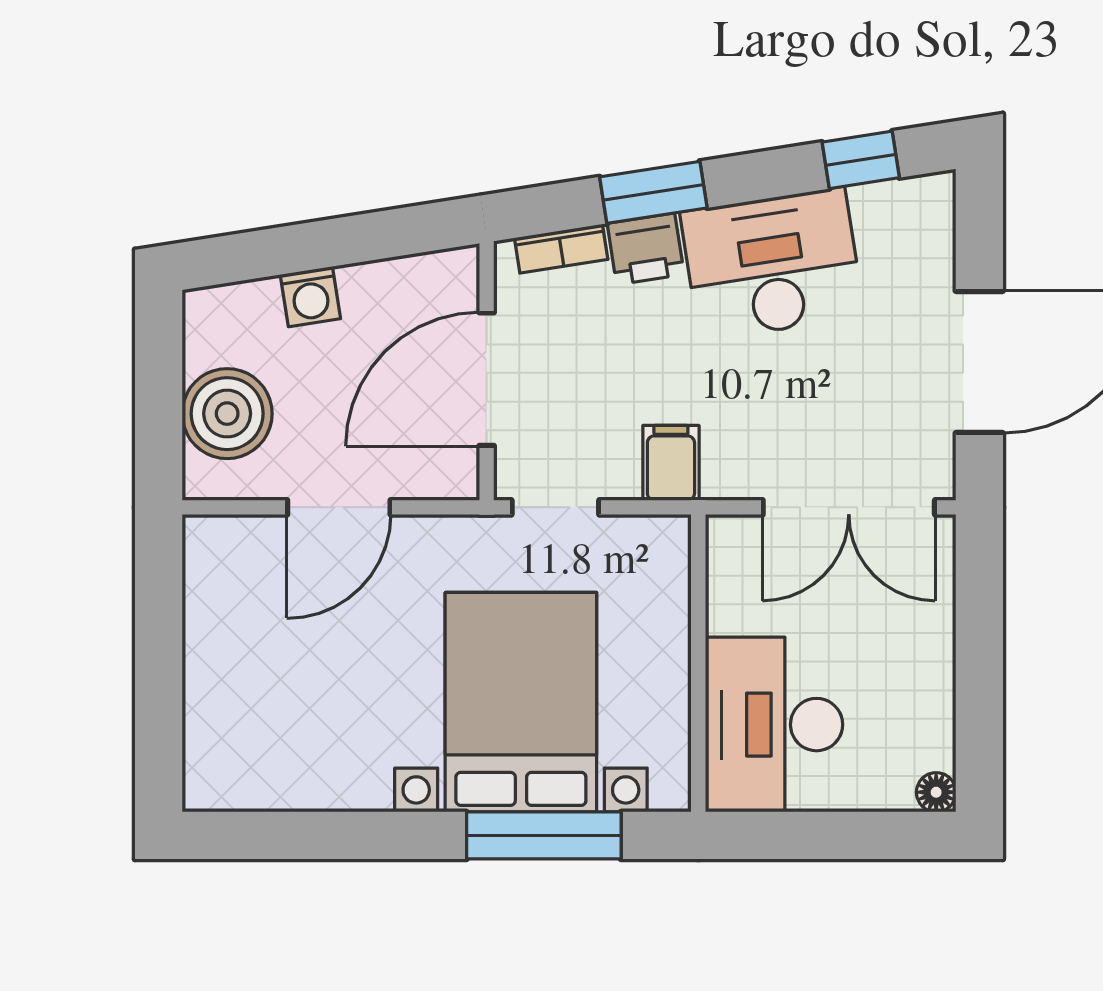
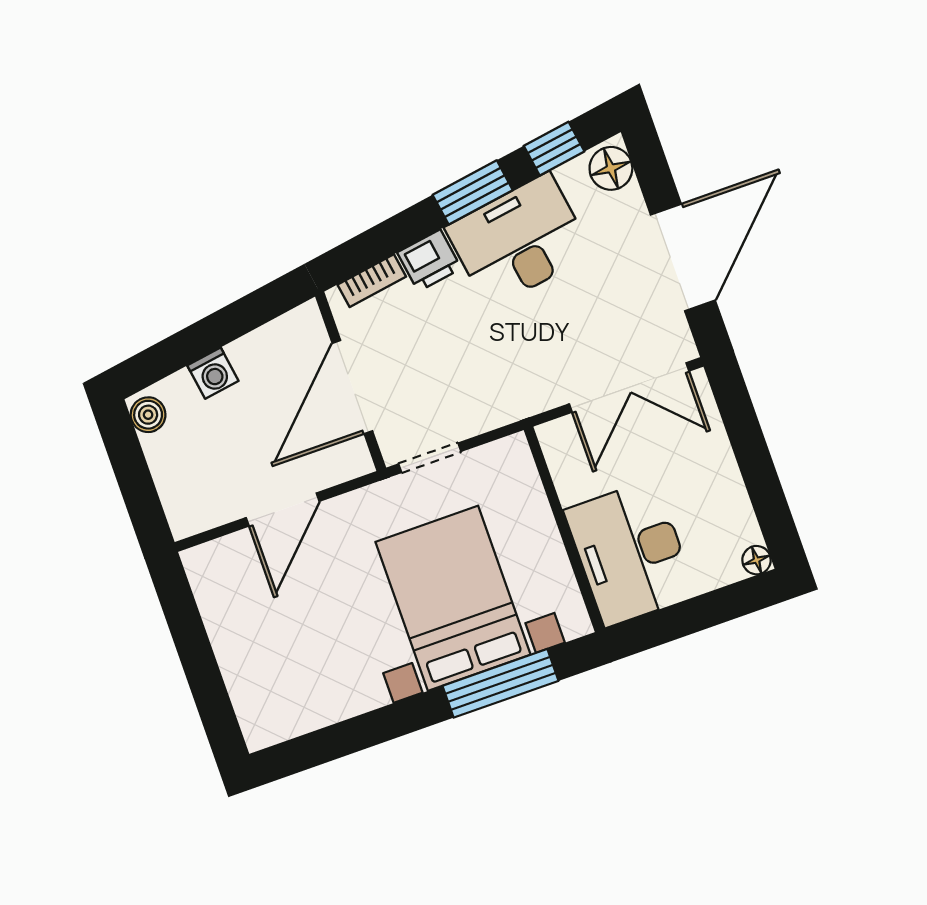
window: (653, 192) -> (473, 192), moved
floor lamp: (926, 212) -> (611, 168), added
boiler: (227, 414) -> (148, 415), moved, width x0.54, depth x0.54
filing cabinet: (671, 463) -> (498, 400), removed

